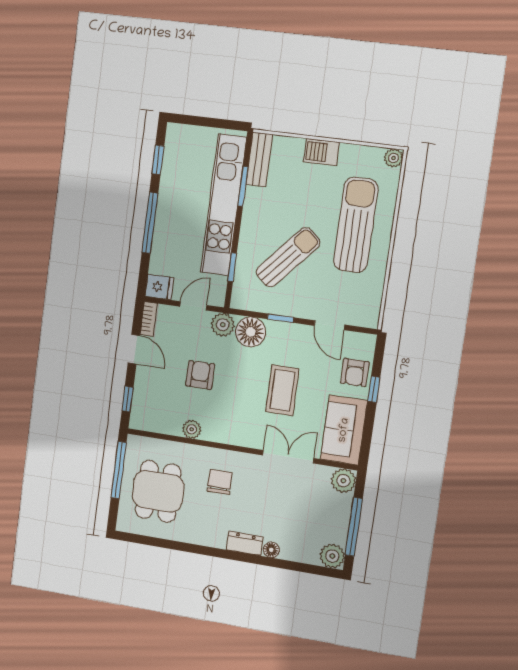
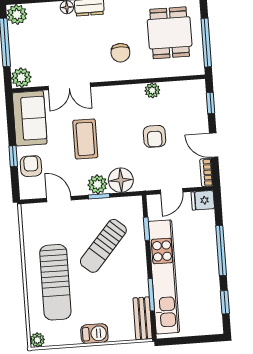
plant: (223, 325) -> (97, 184), moved

